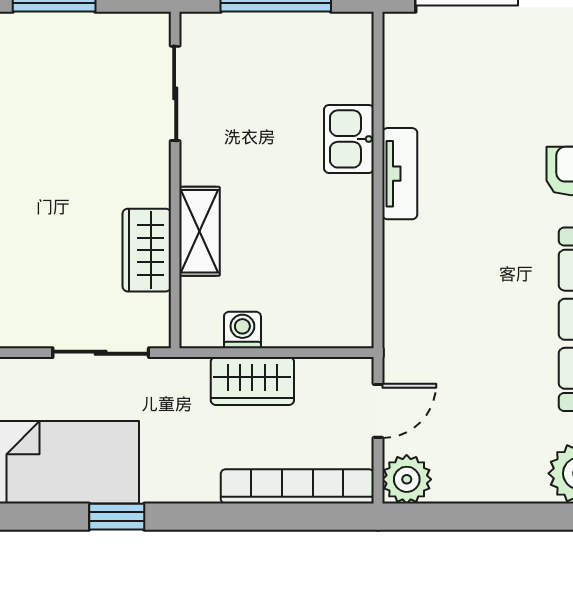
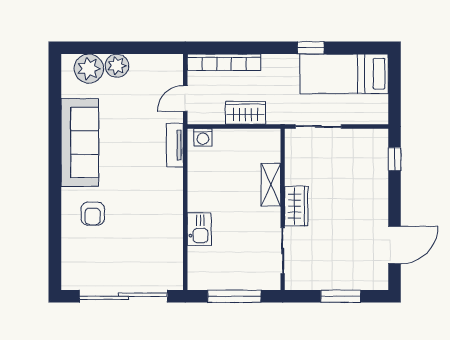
tv unit: (400, 174) -> (175, 145), moved
wardrobe: (147, 250) -> (296, 206), moved
washing machine: (242, 330) -> (203, 137), moved
plant: (407, 479) -> (117, 66), moved

